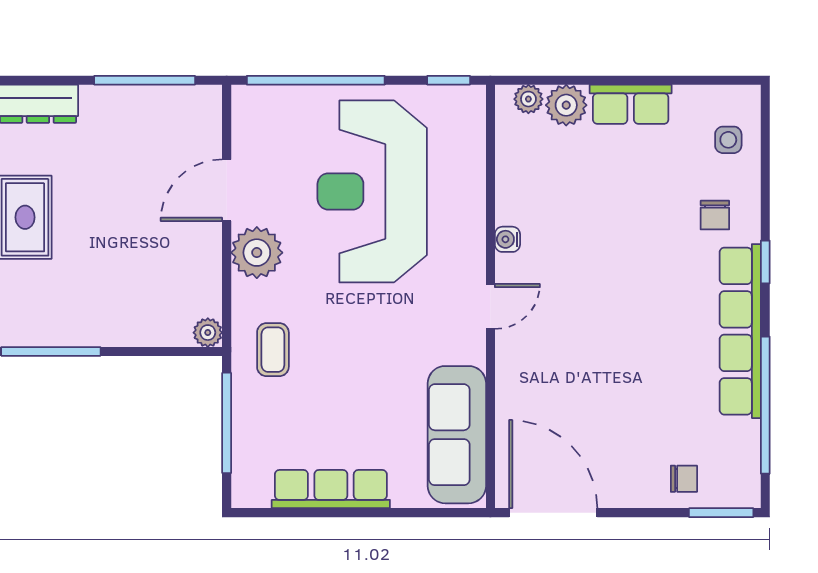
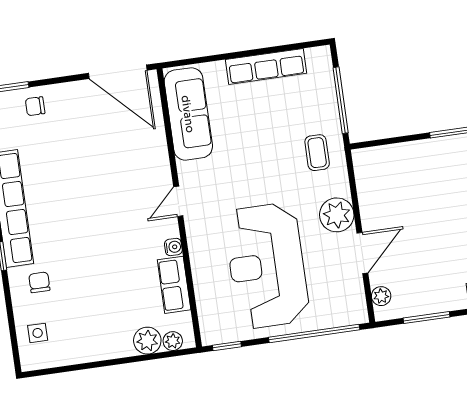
window: (145, 80) -> (426, 318), width x0.69
row of seats: (631, 104) -> (174, 285), moved, turned -90
reception desk: (372, 191) -> (267, 266), turned 180
plant: (208, 333) -> (381, 296), moved

